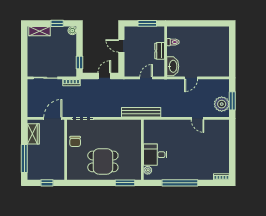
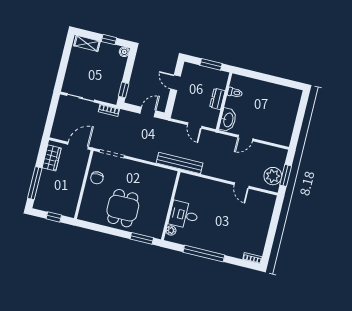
door: (146, 78) -> (195, 126), swing flipped
dining table: (103, 161) -> (123, 208), turned 90

